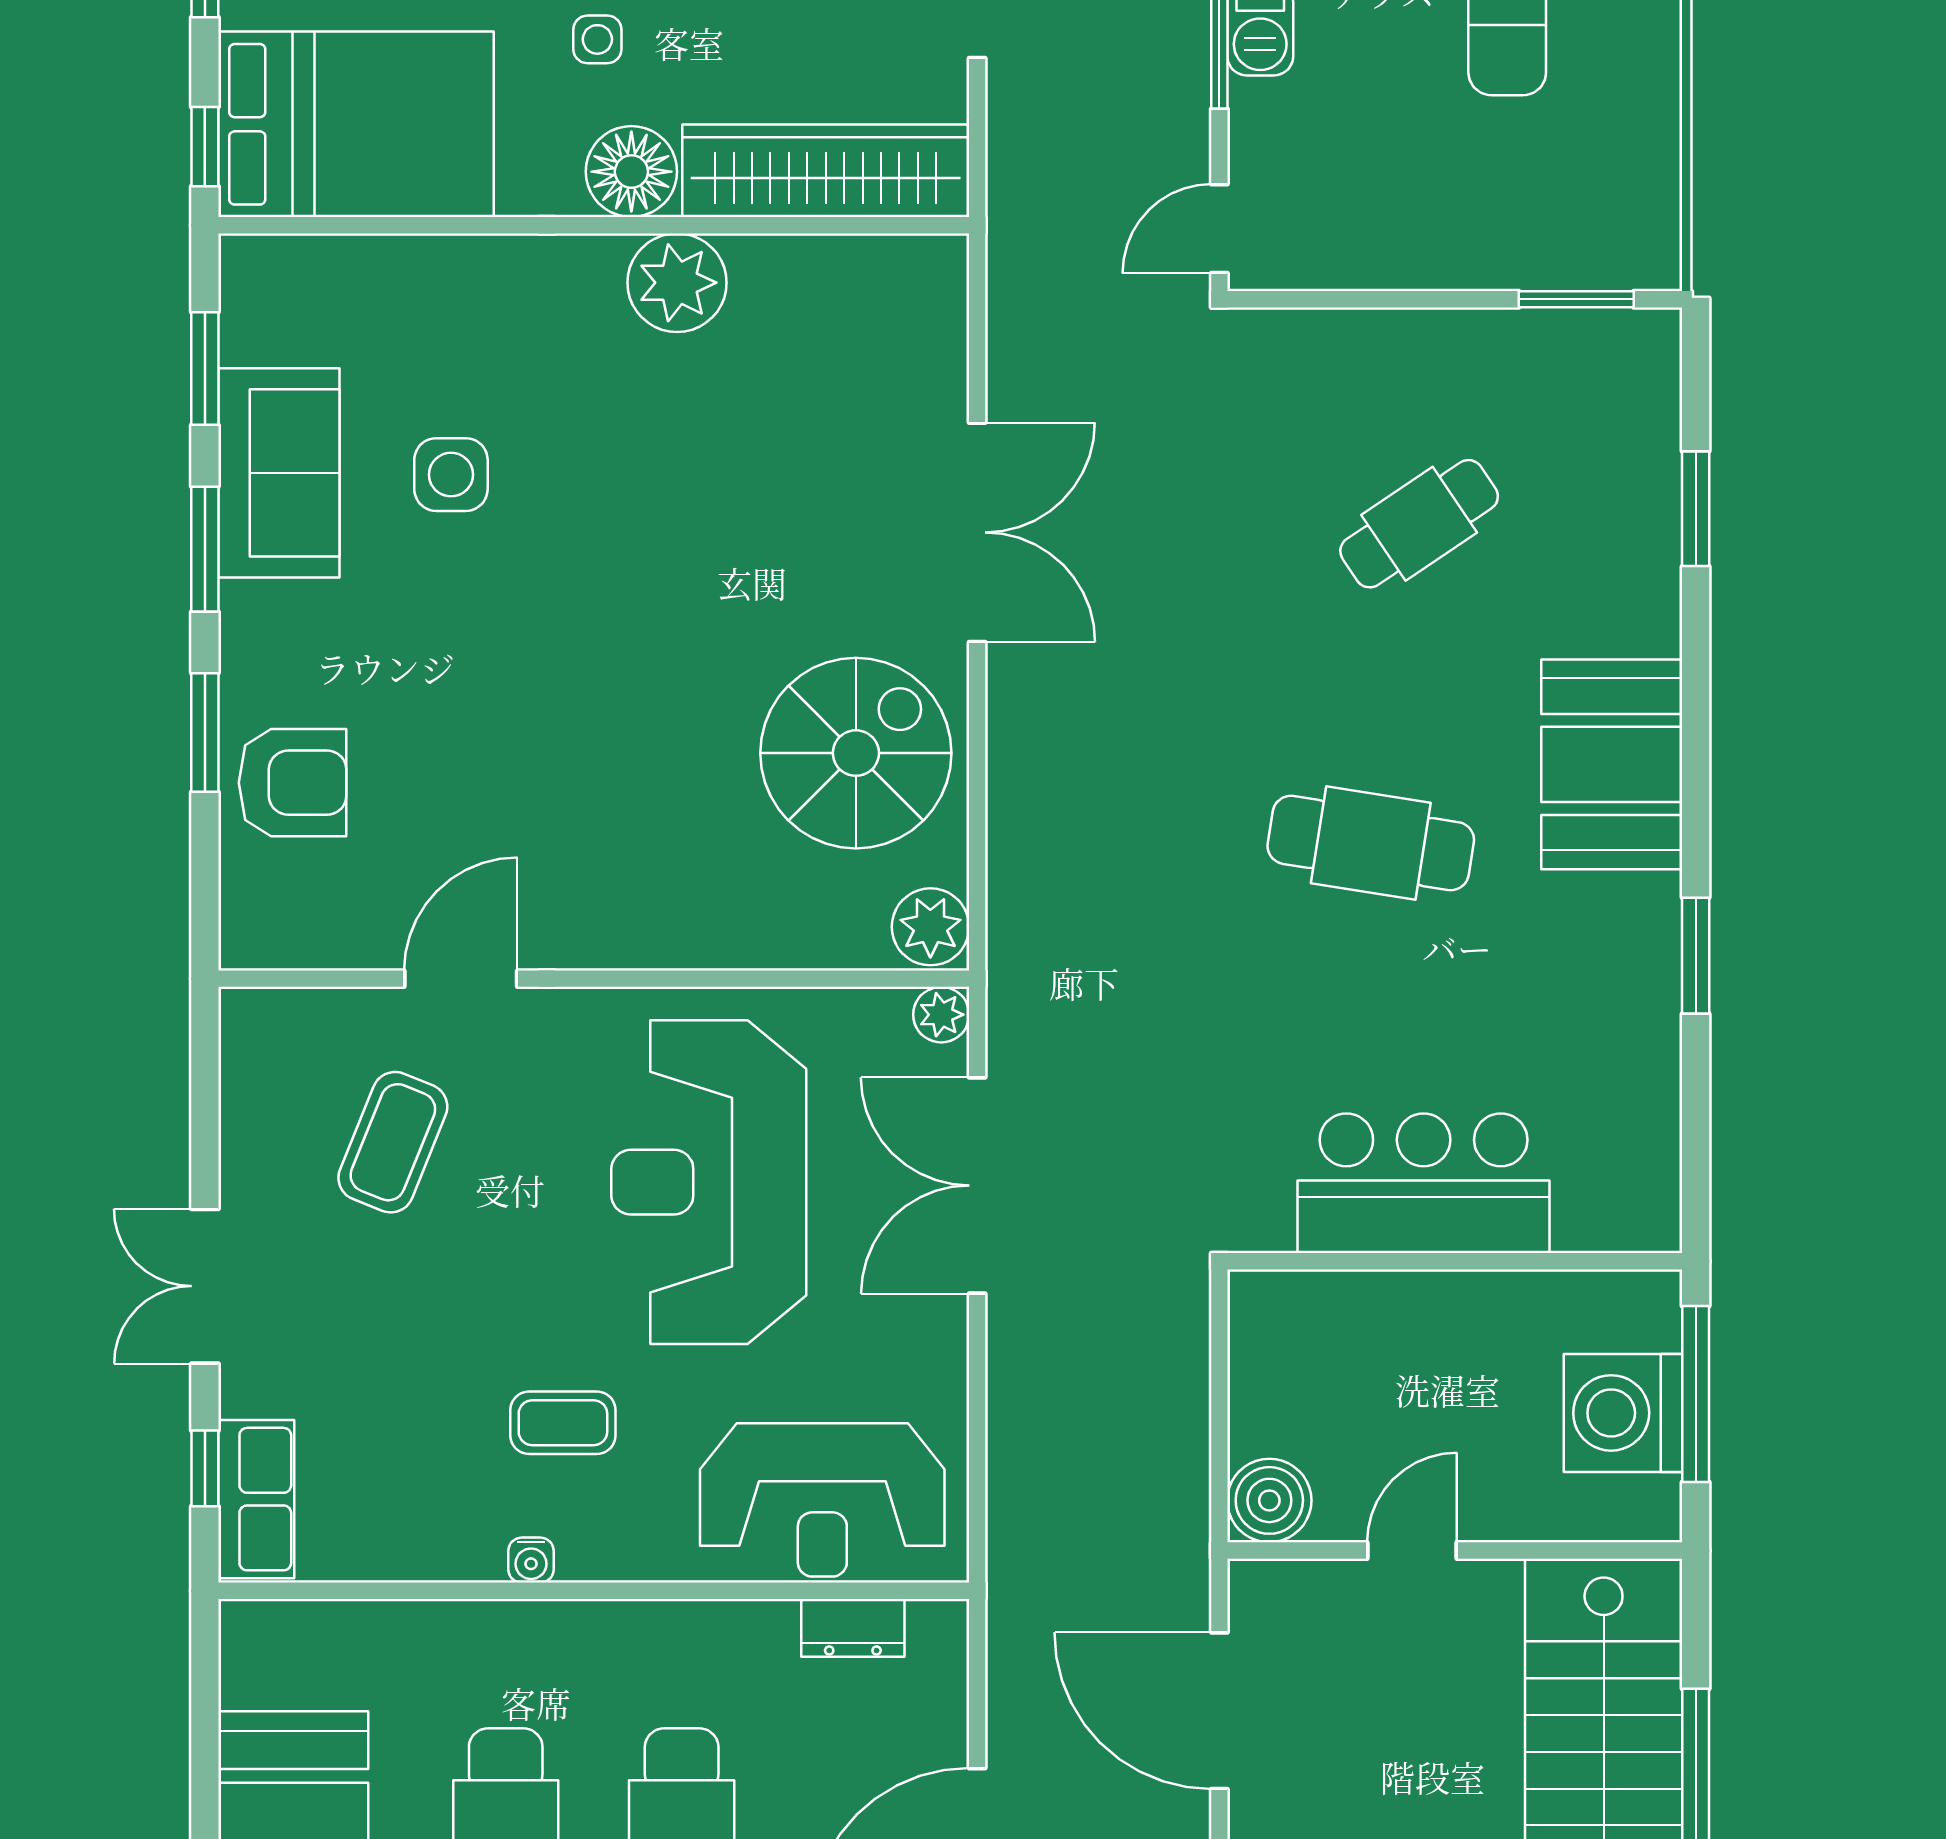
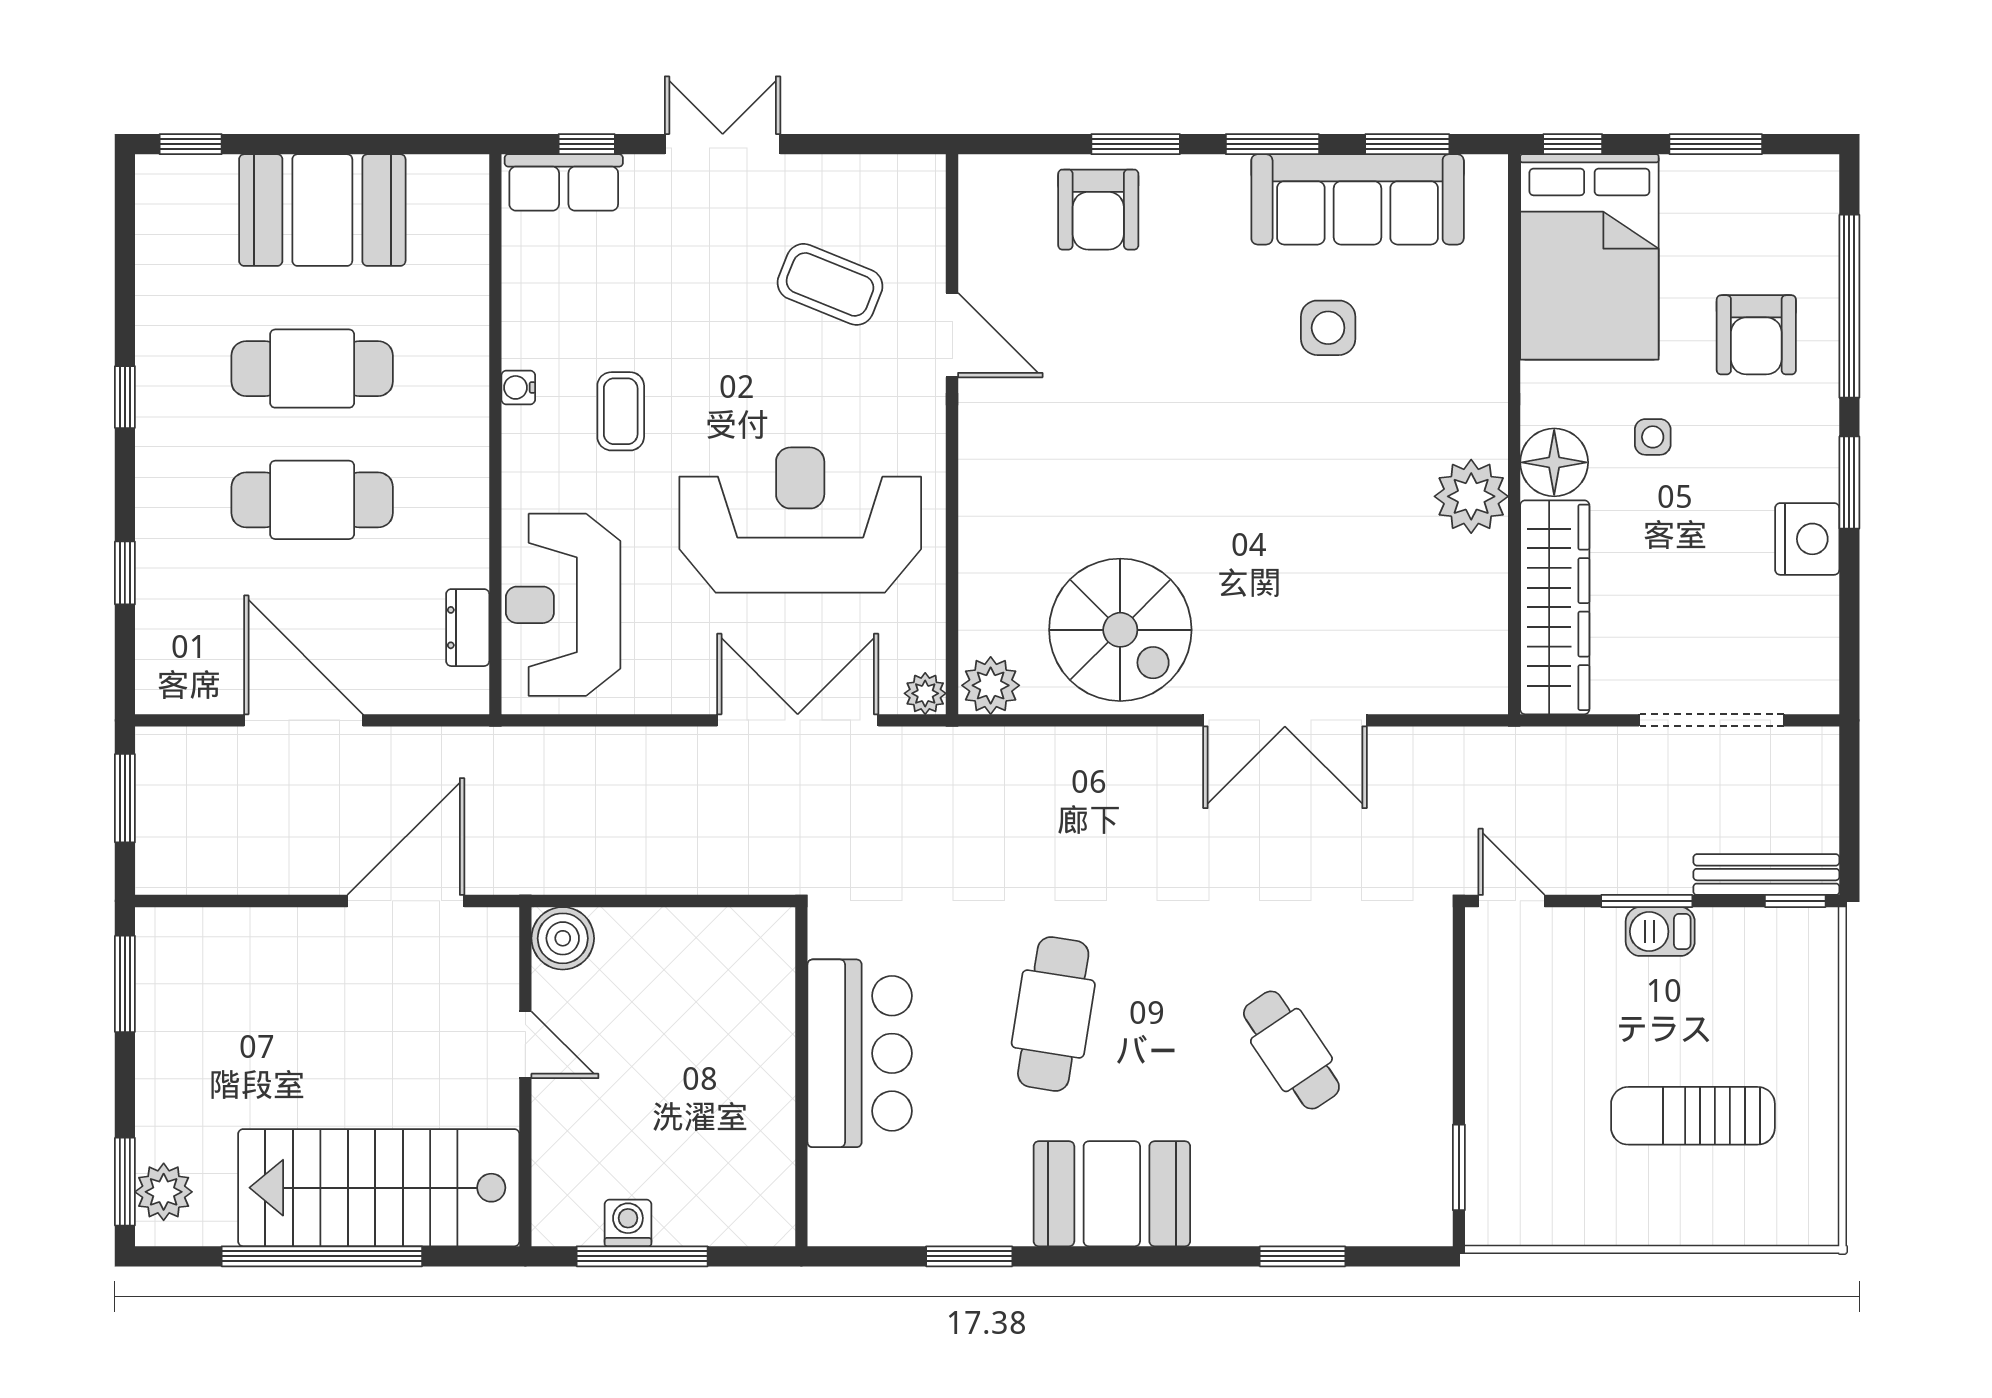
sofa: (279, 473) -> (1358, 199), width x1.36
bar counter: (1424, 1183) -> (860, 1053), moved
wall: (1455, 1261) -> (801, 1077), moved
washing machine: (1623, 1413) -> (628, 1223), width x0.53, depth x0.53

